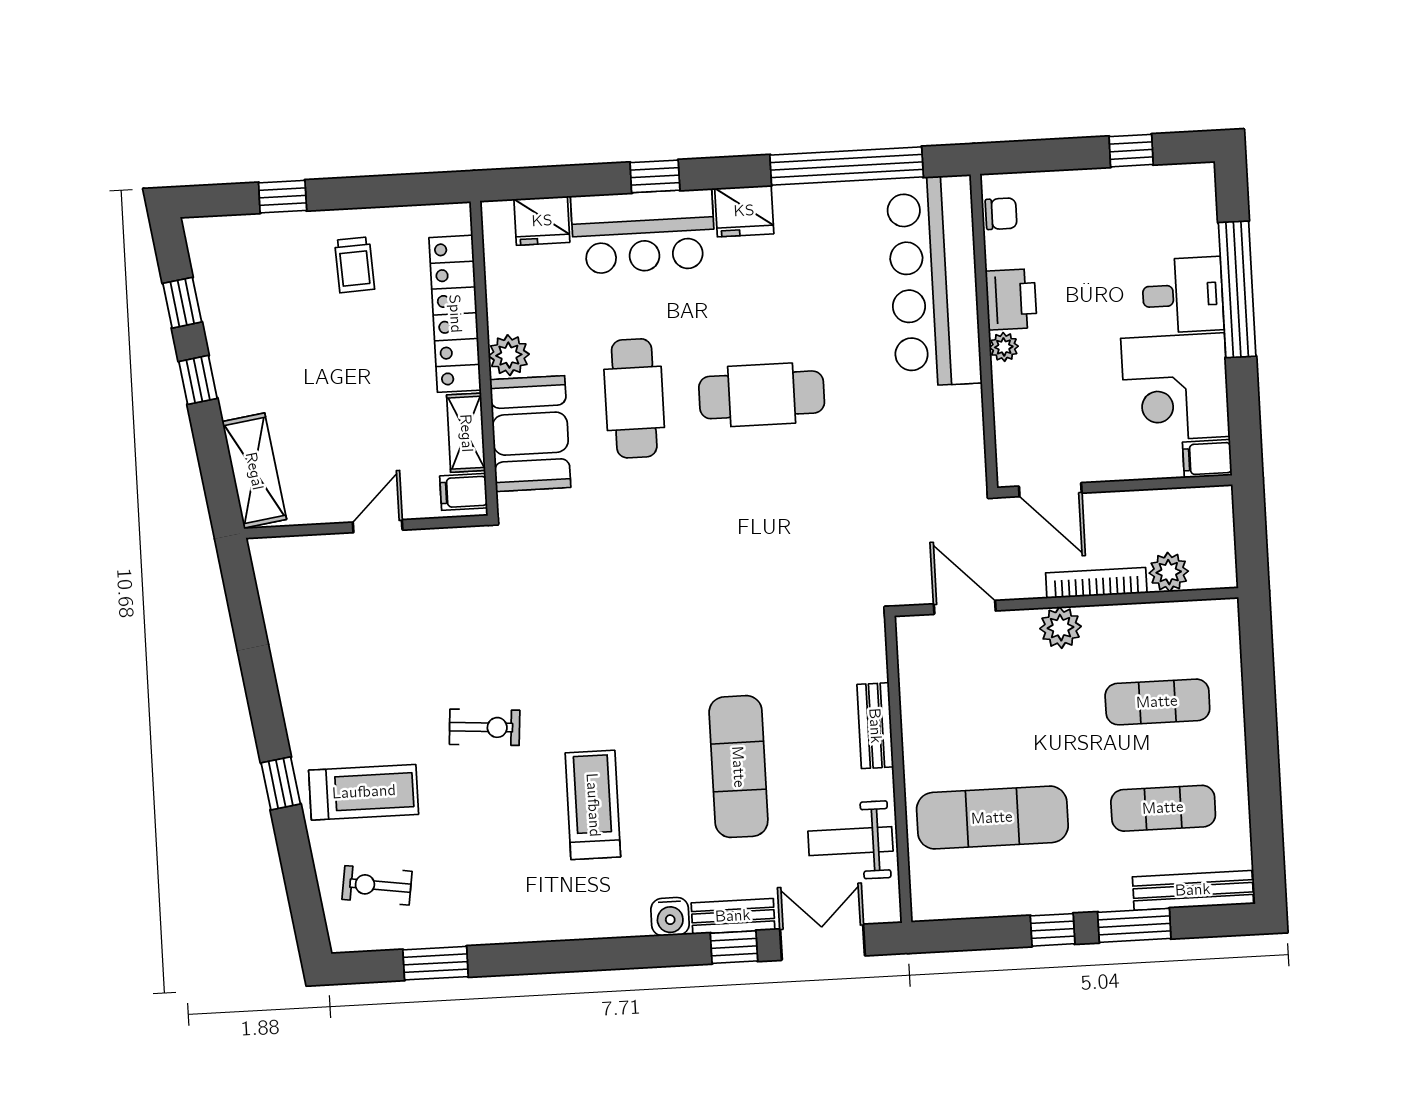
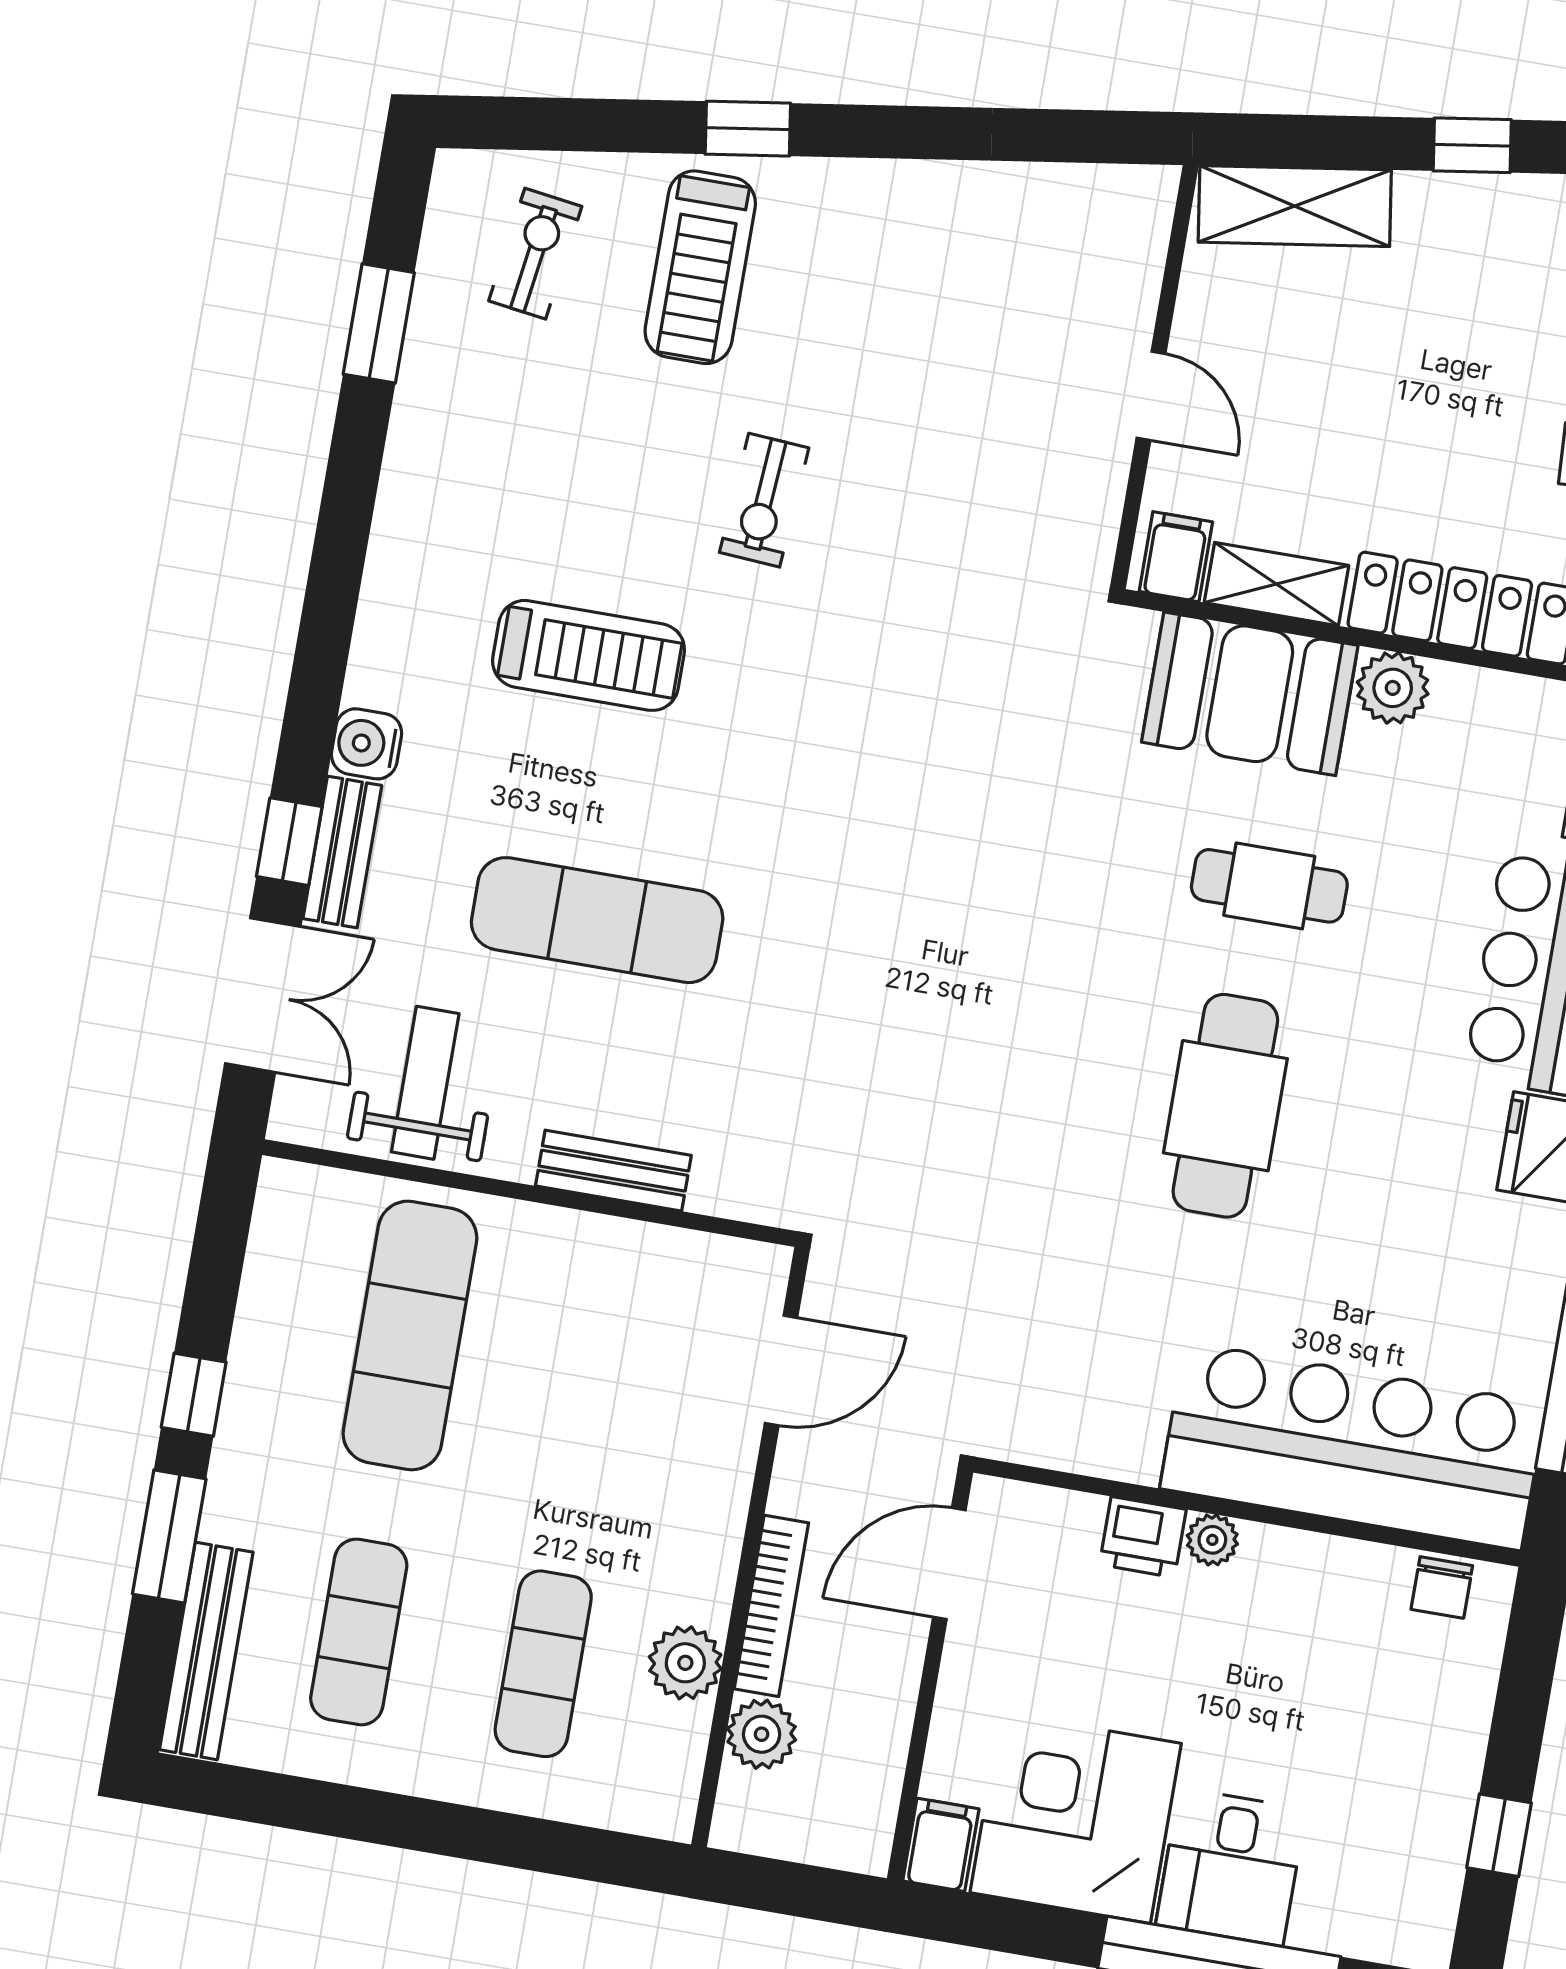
printer: (1011, 299) -> (1143, 1537), moved, width x0.73, depth x0.81
cafe table: (634, 398) -> (1269, 886), width x0.73, depth x0.74
plant: (1061, 628) -> (685, 1663), moved

